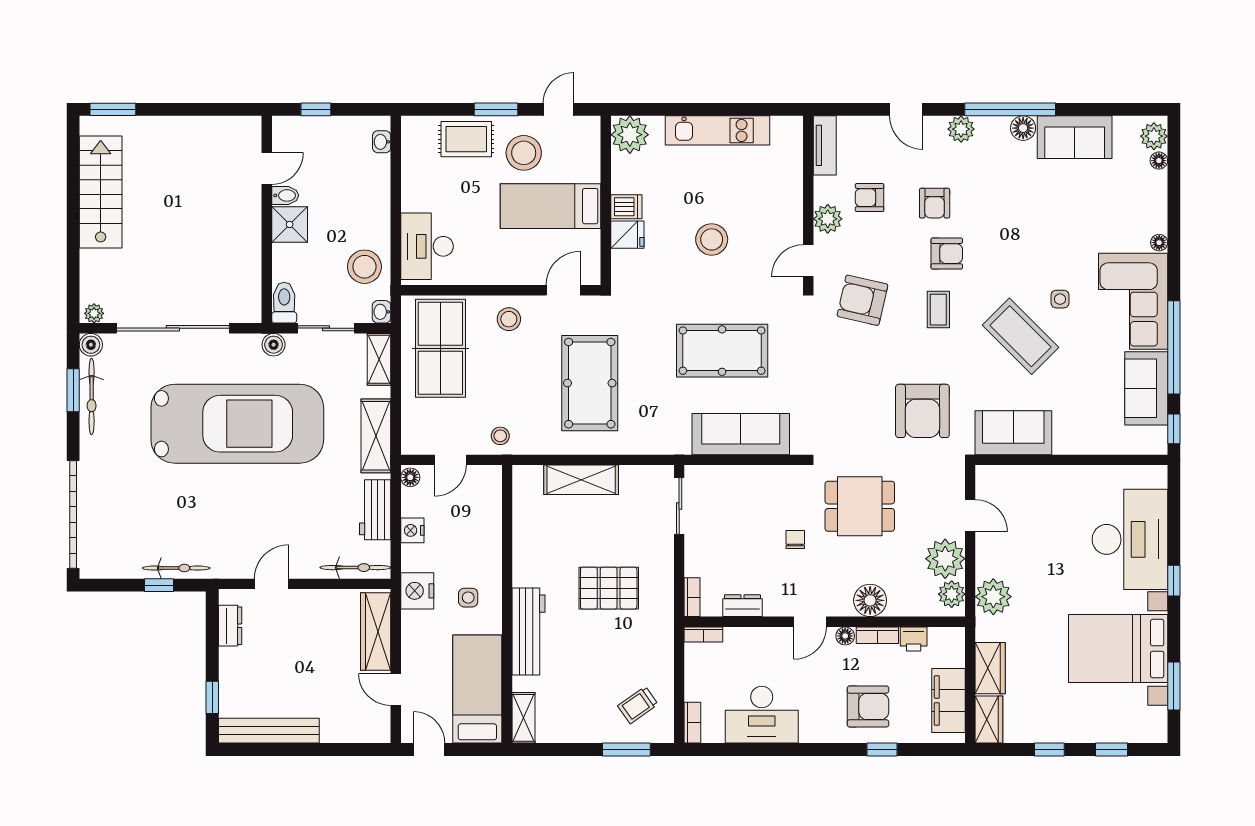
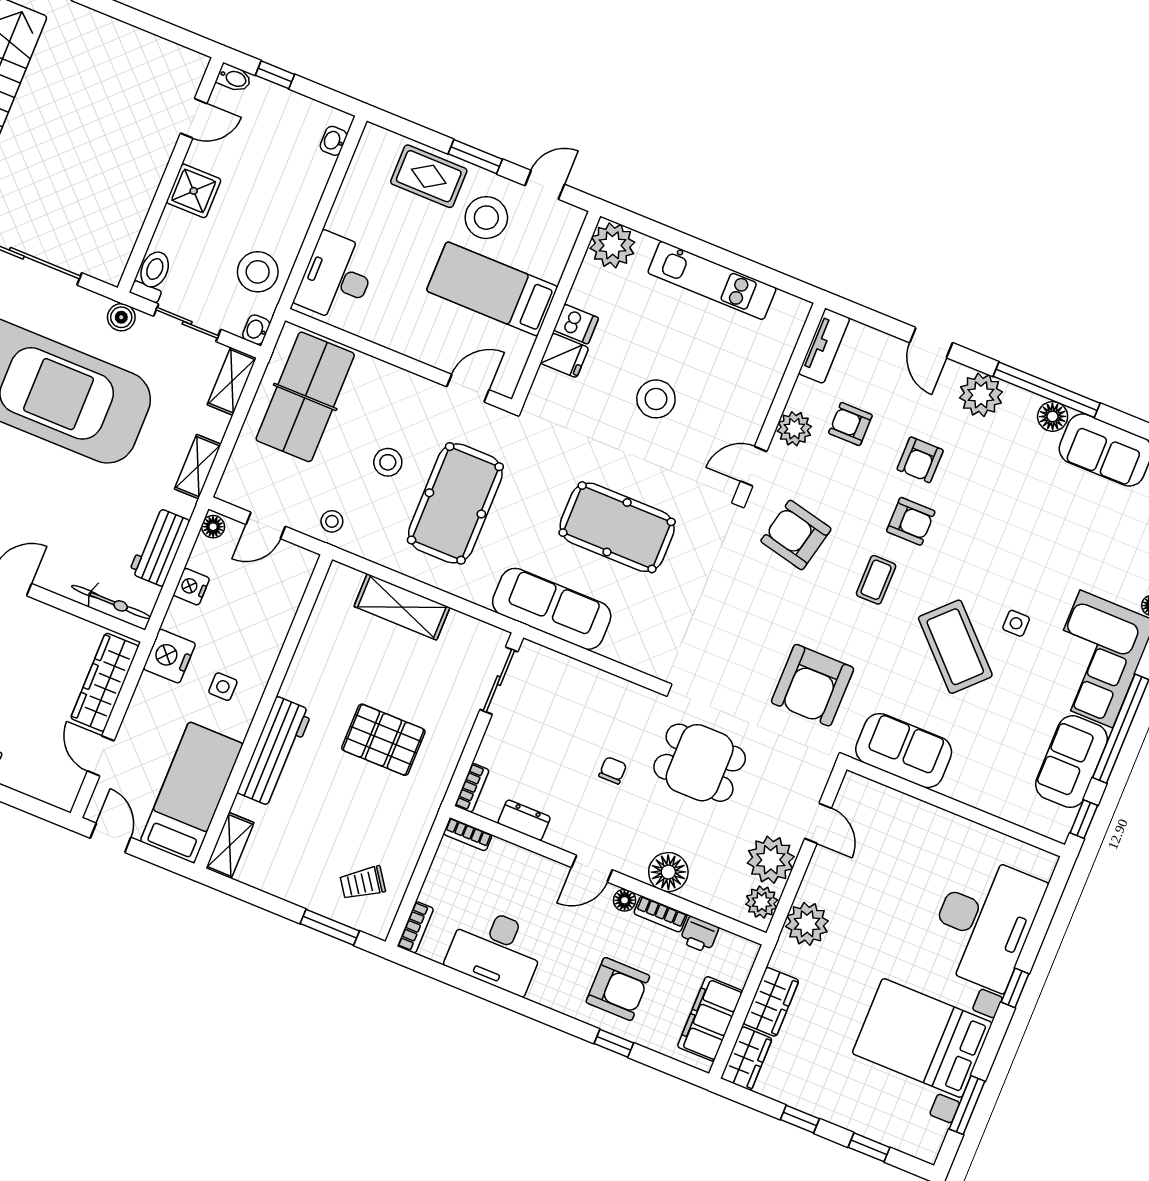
plant: (961, 129) -> (981, 395), width x1.36, depth x1.36
bidet: (285, 195) -> (234, 78), moved
stool: (509, 319) -> (388, 462), moved
sofa: (741, 434) -> (552, 609), moved
shelving: (376, 436) -> (198, 467), width x0.67, depth x0.75

